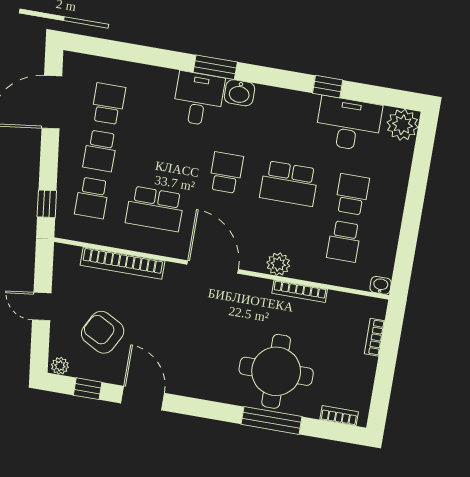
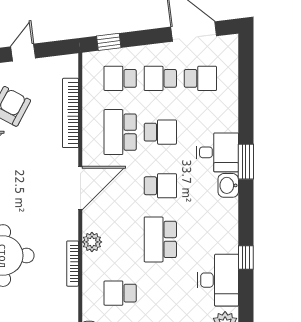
school desk: (352, 194) -> (160, 132), moved

